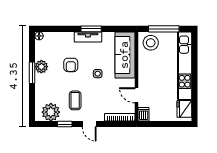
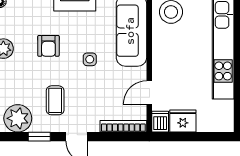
door: (137, 95) -> (149, 93), hinge flipped
fridge: (184, 109) -> (183, 121), moved, turned 90

